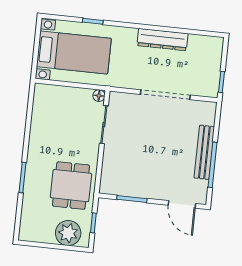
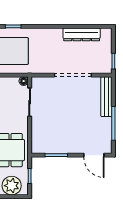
dresser: (163, 40) -> (82, 34), moved
bench: (204, 152) -> (106, 97), moved

